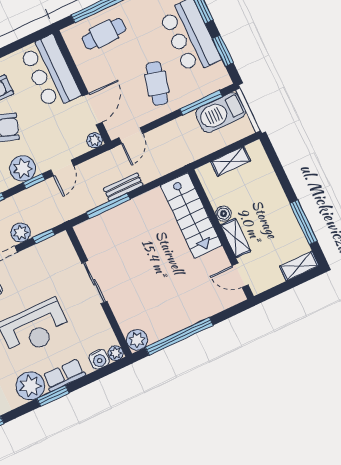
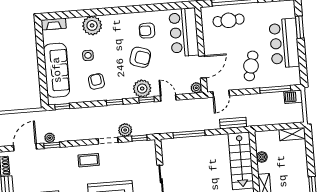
window: (223, 51) -> (302, 61), removed
barbecue: (221, 113) -> (293, 97), width x0.53, depth x0.65
shelving: (231, 161) -> (292, 134), moved
door: (62, 168) -> (168, 98), swing flipped
bench: (123, 187) -> (233, 123), moved
boiler: (223, 214) -> (262, 157), moved

